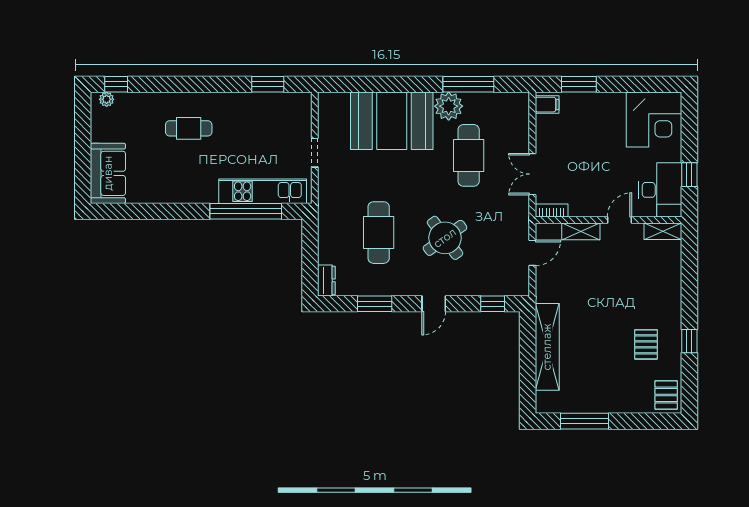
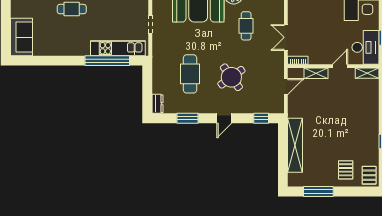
cafe table: (469, 155) -> (246, 26), width x0.73, depth x0.74
pallet: (646, 344) -> (346, 170), moved

